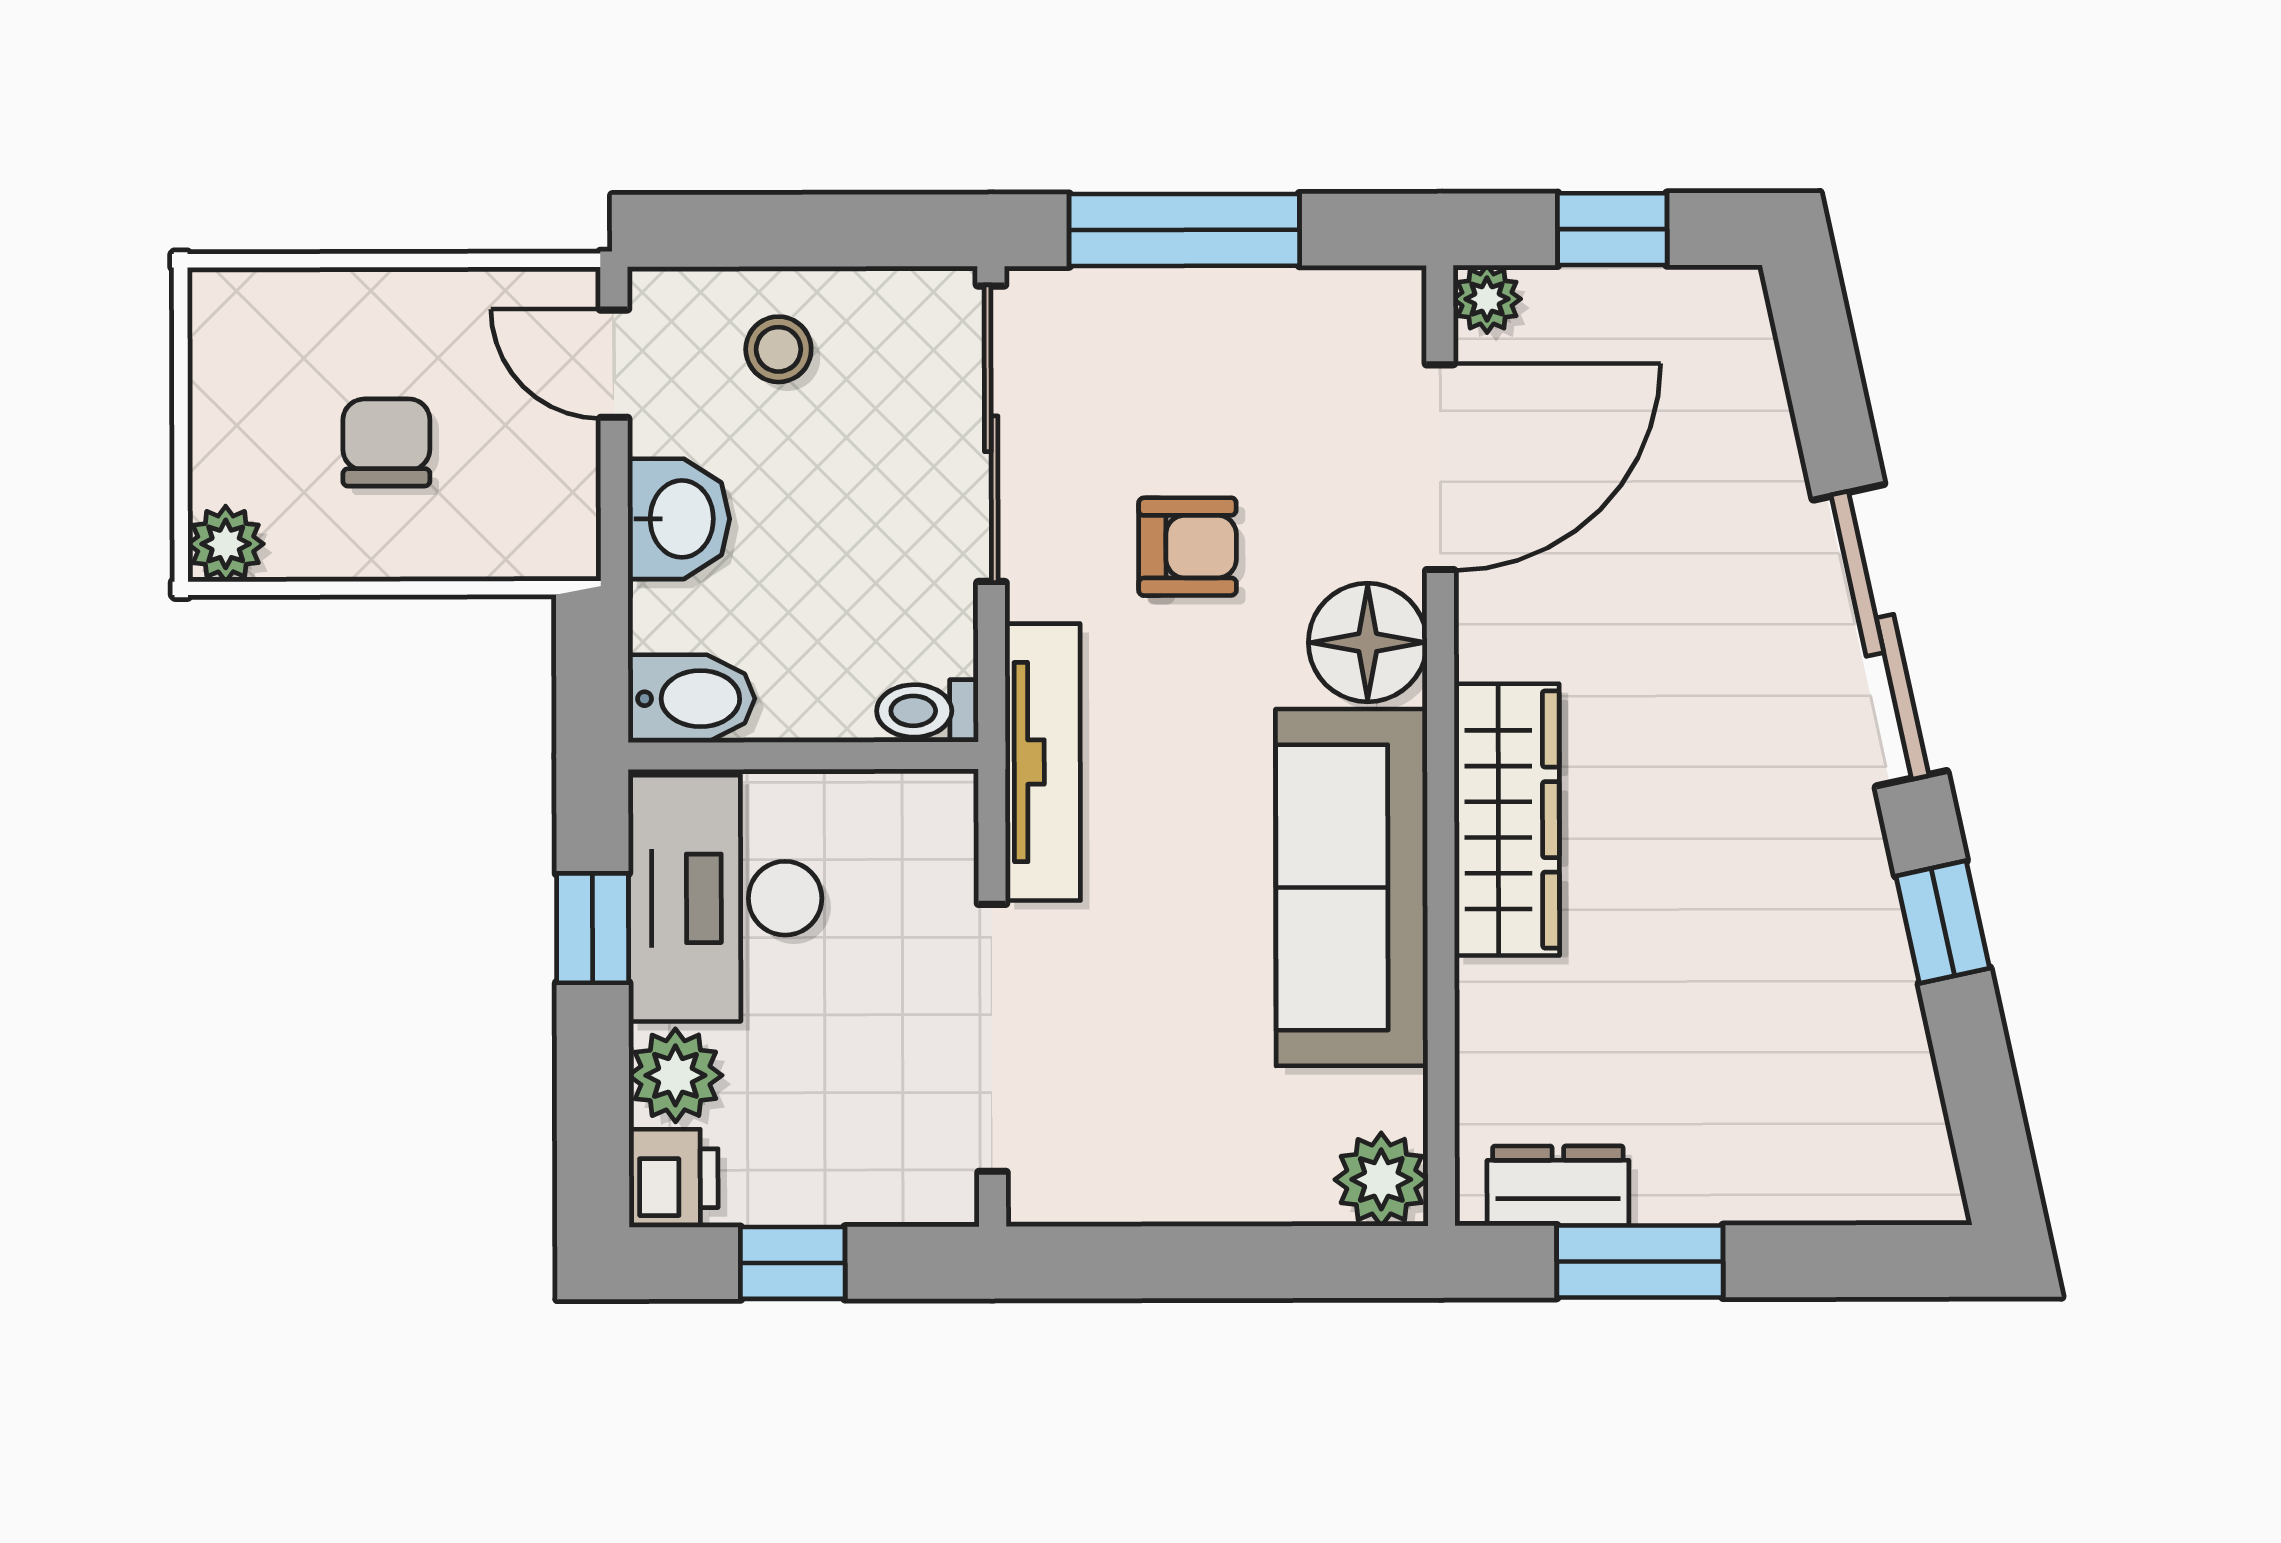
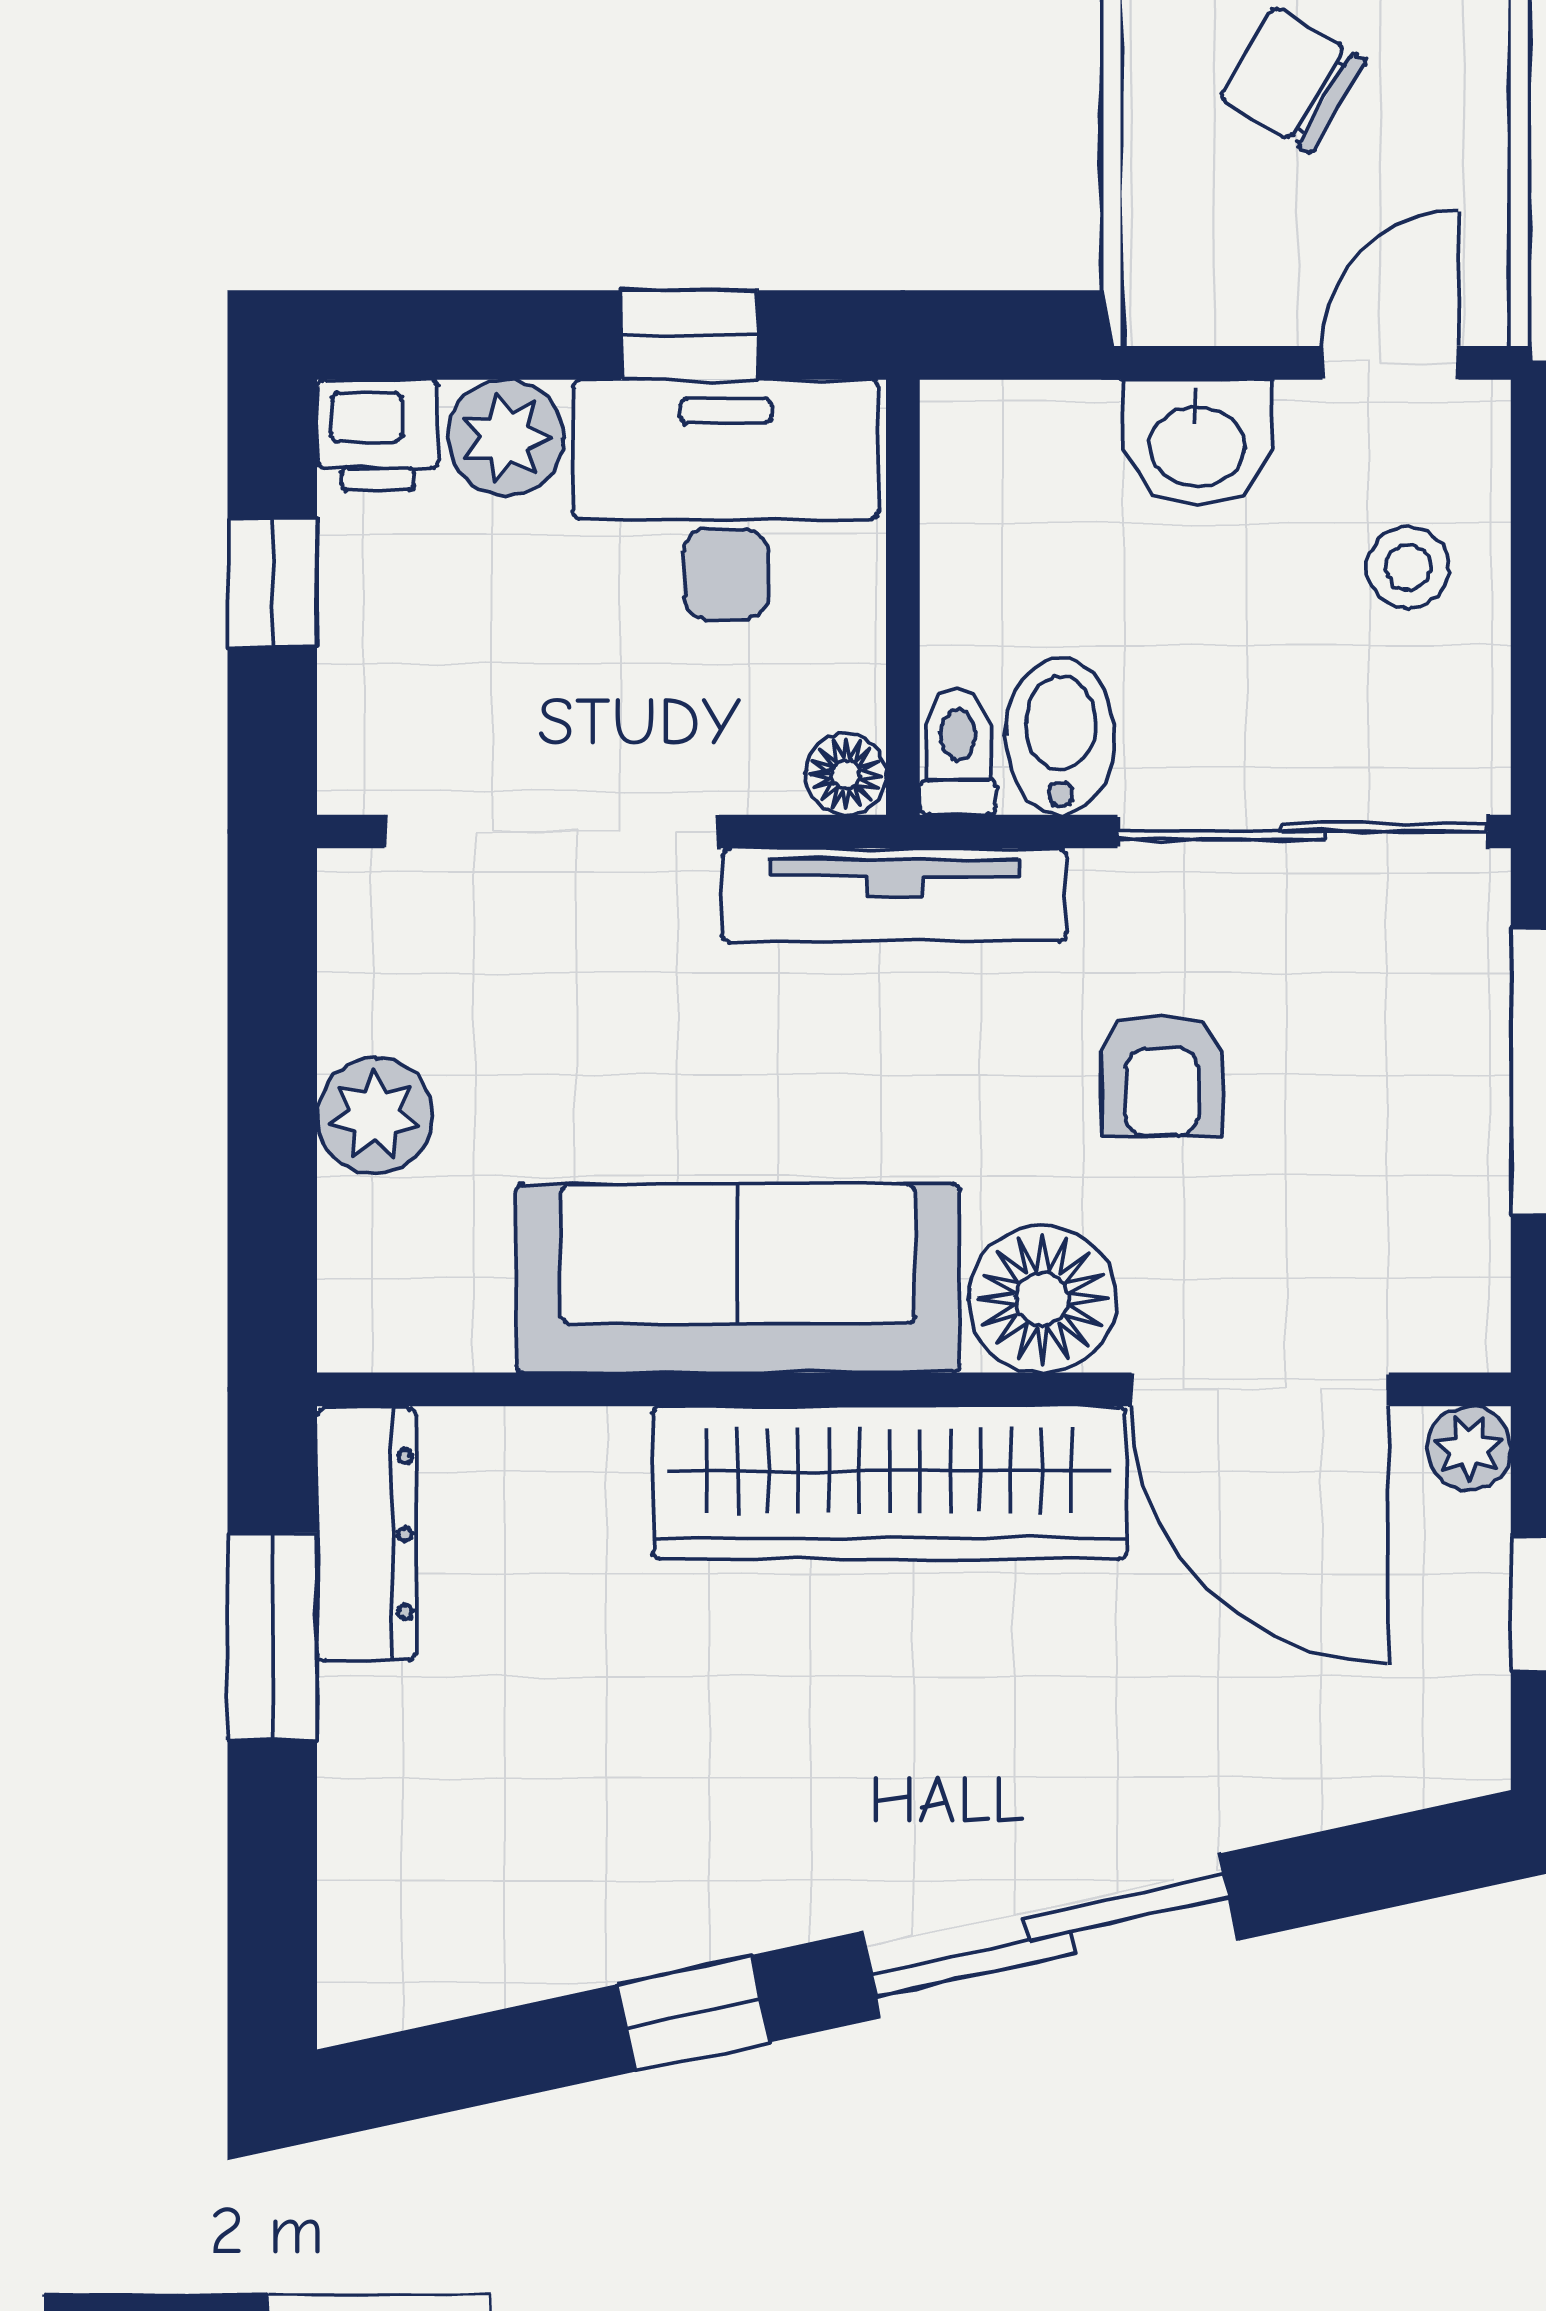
chair: (386, 443) -> (1293, 80), turned -149
bidet: (692, 699) -> (1060, 736), moved, turned 180
floor lamp: (946, 801) -> (846, 774), added
wardrobe: (1507, 820) -> (889, 1483), width x1.40, depth x1.17
plant: (1381, 1179) -> (375, 1116), moved
dresser: (1558, 1186) -> (366, 1534), width x1.44

